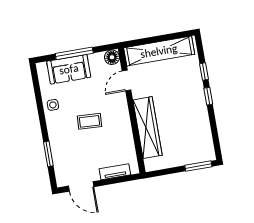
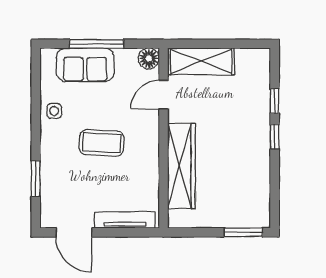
shelving: (159, 51) -> (201, 61), width x0.68
coffee table: (89, 121) -> (102, 143), width x1.36, depth x1.30
tv unit: (115, 172) -> (125, 220), width x1.41

